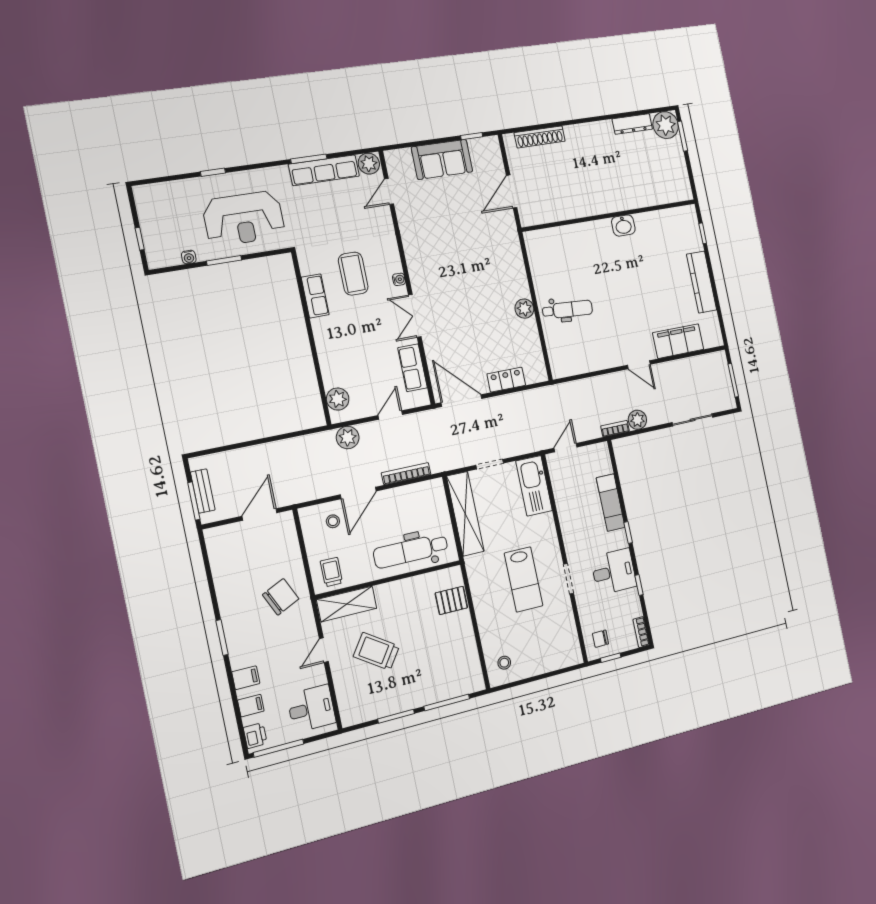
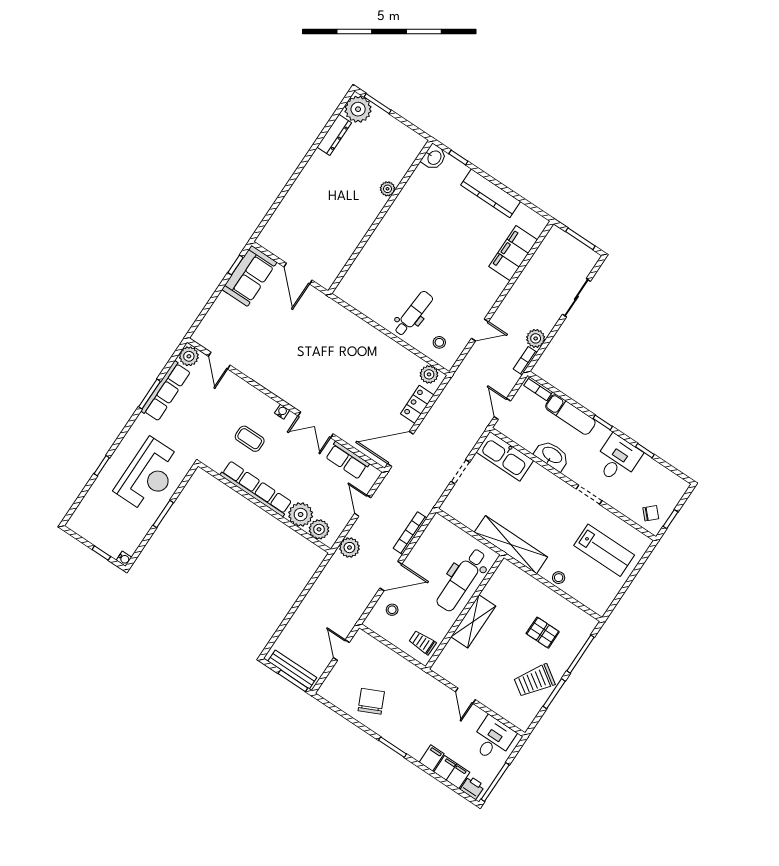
shoe rack: (540, 137) -> (280, 215), removed
sofa: (442, 159) -> (249, 276), moved
plant: (634, 202) -> (388, 189), added
washbasin: (623, 225) -> (434, 157), moved
water cooler: (189, 257) -> (124, 559), moved
coffee table: (353, 274) -> (250, 439), width x0.73, depth x0.77
row of seats: (315, 296) -> (256, 489), width x2.02
plant: (524, 309) -> (429, 374), moved
stool: (566, 350) -> (439, 342), added
door: (639, 365) -> (480, 330), moved
plant: (335, 373) -> (301, 515), added
bench: (203, 491) -> (292, 669), width x1.36
door: (358, 493) -> (391, 576), hinge flipped
door: (259, 514) -> (341, 650), width x0.73
shelving: (465, 514) -> (511, 545), moved
washbasin: (569, 520) -> (552, 455), added
lab bench: (524, 579) -> (604, 550), moved
chair: (281, 597) -> (371, 701), moved
pallet: (451, 600) -> (543, 633), moved, turned 90
shelving: (347, 604) -> (473, 621), moved
bookcase: (641, 632) -> (538, 389), moved
chair: (600, 639) -> (651, 513), turned -133
trolley: (376, 651) -> (534, 681), moved
stool: (504, 663) -> (559, 578), moved
filing cabinet: (251, 706) -> (452, 772), width x2.00

